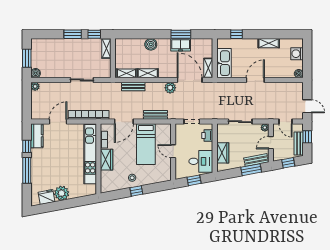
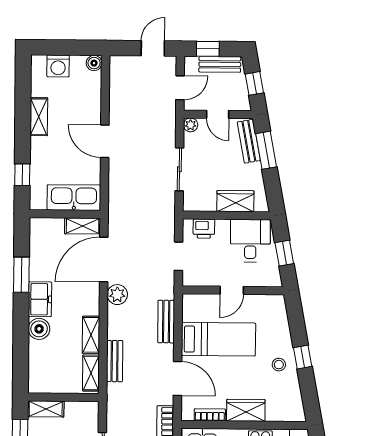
freezer: (181, 45) -> (40, 299), moved

